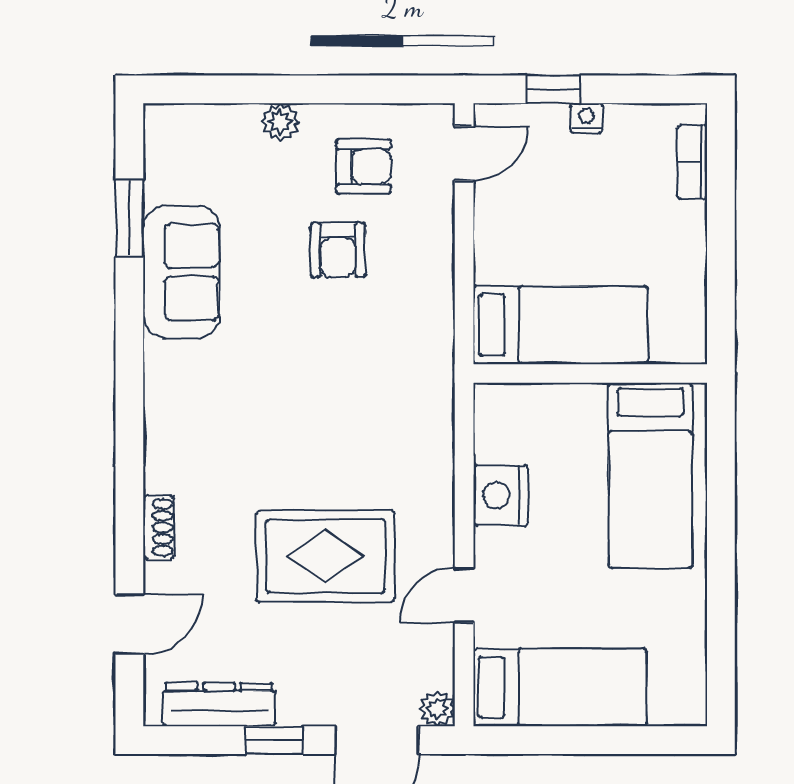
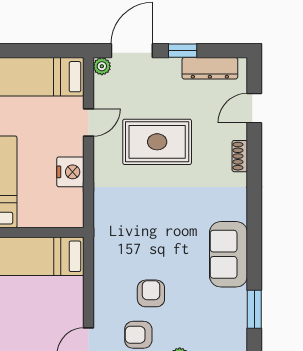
sofa: (182, 272) -> (229, 254), moved

